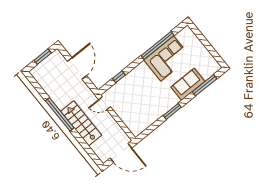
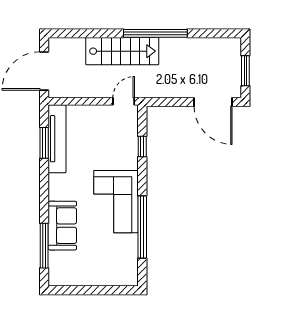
corner sofa: (167, 59) -> (116, 202), moved
door: (77, 68) -> (213, 102), moved
window: (172, 111) -> (44, 143), moved
tv unit: (148, 121) -> (57, 139), added

